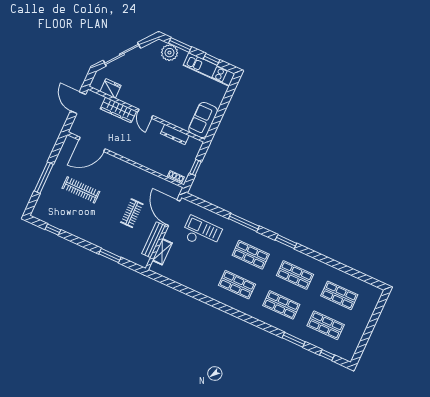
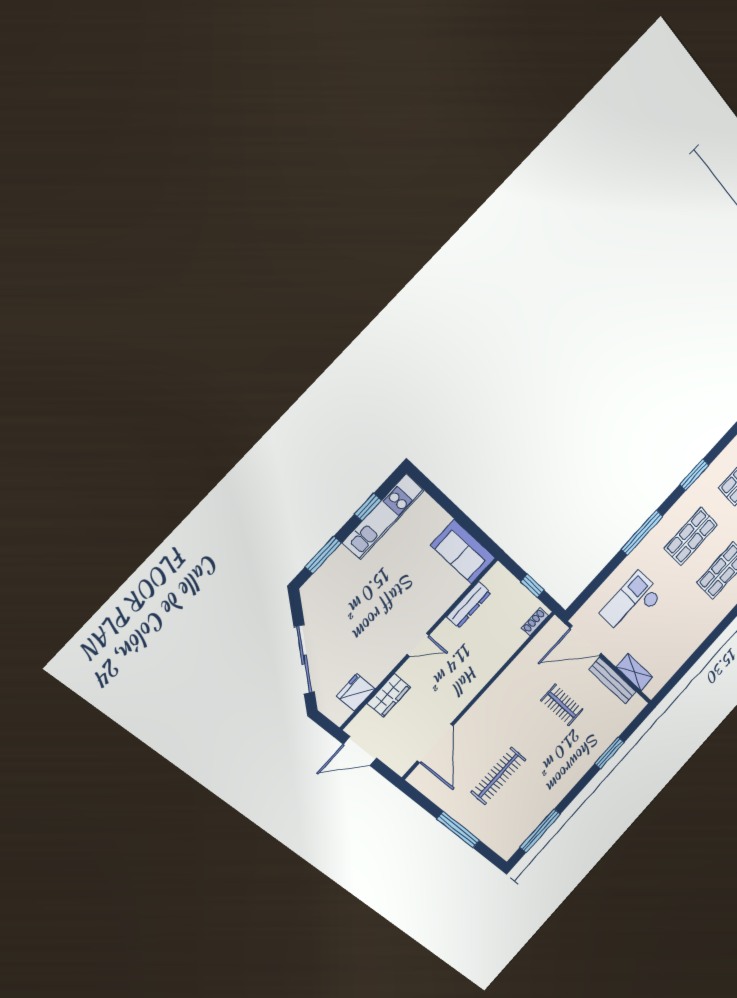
plant: (169, 53) -> (330, 577), removed
wardrobe: (118, 110) -> (389, 695), width x0.67
window: (53, 230) -> (540, 831), width x2.17

